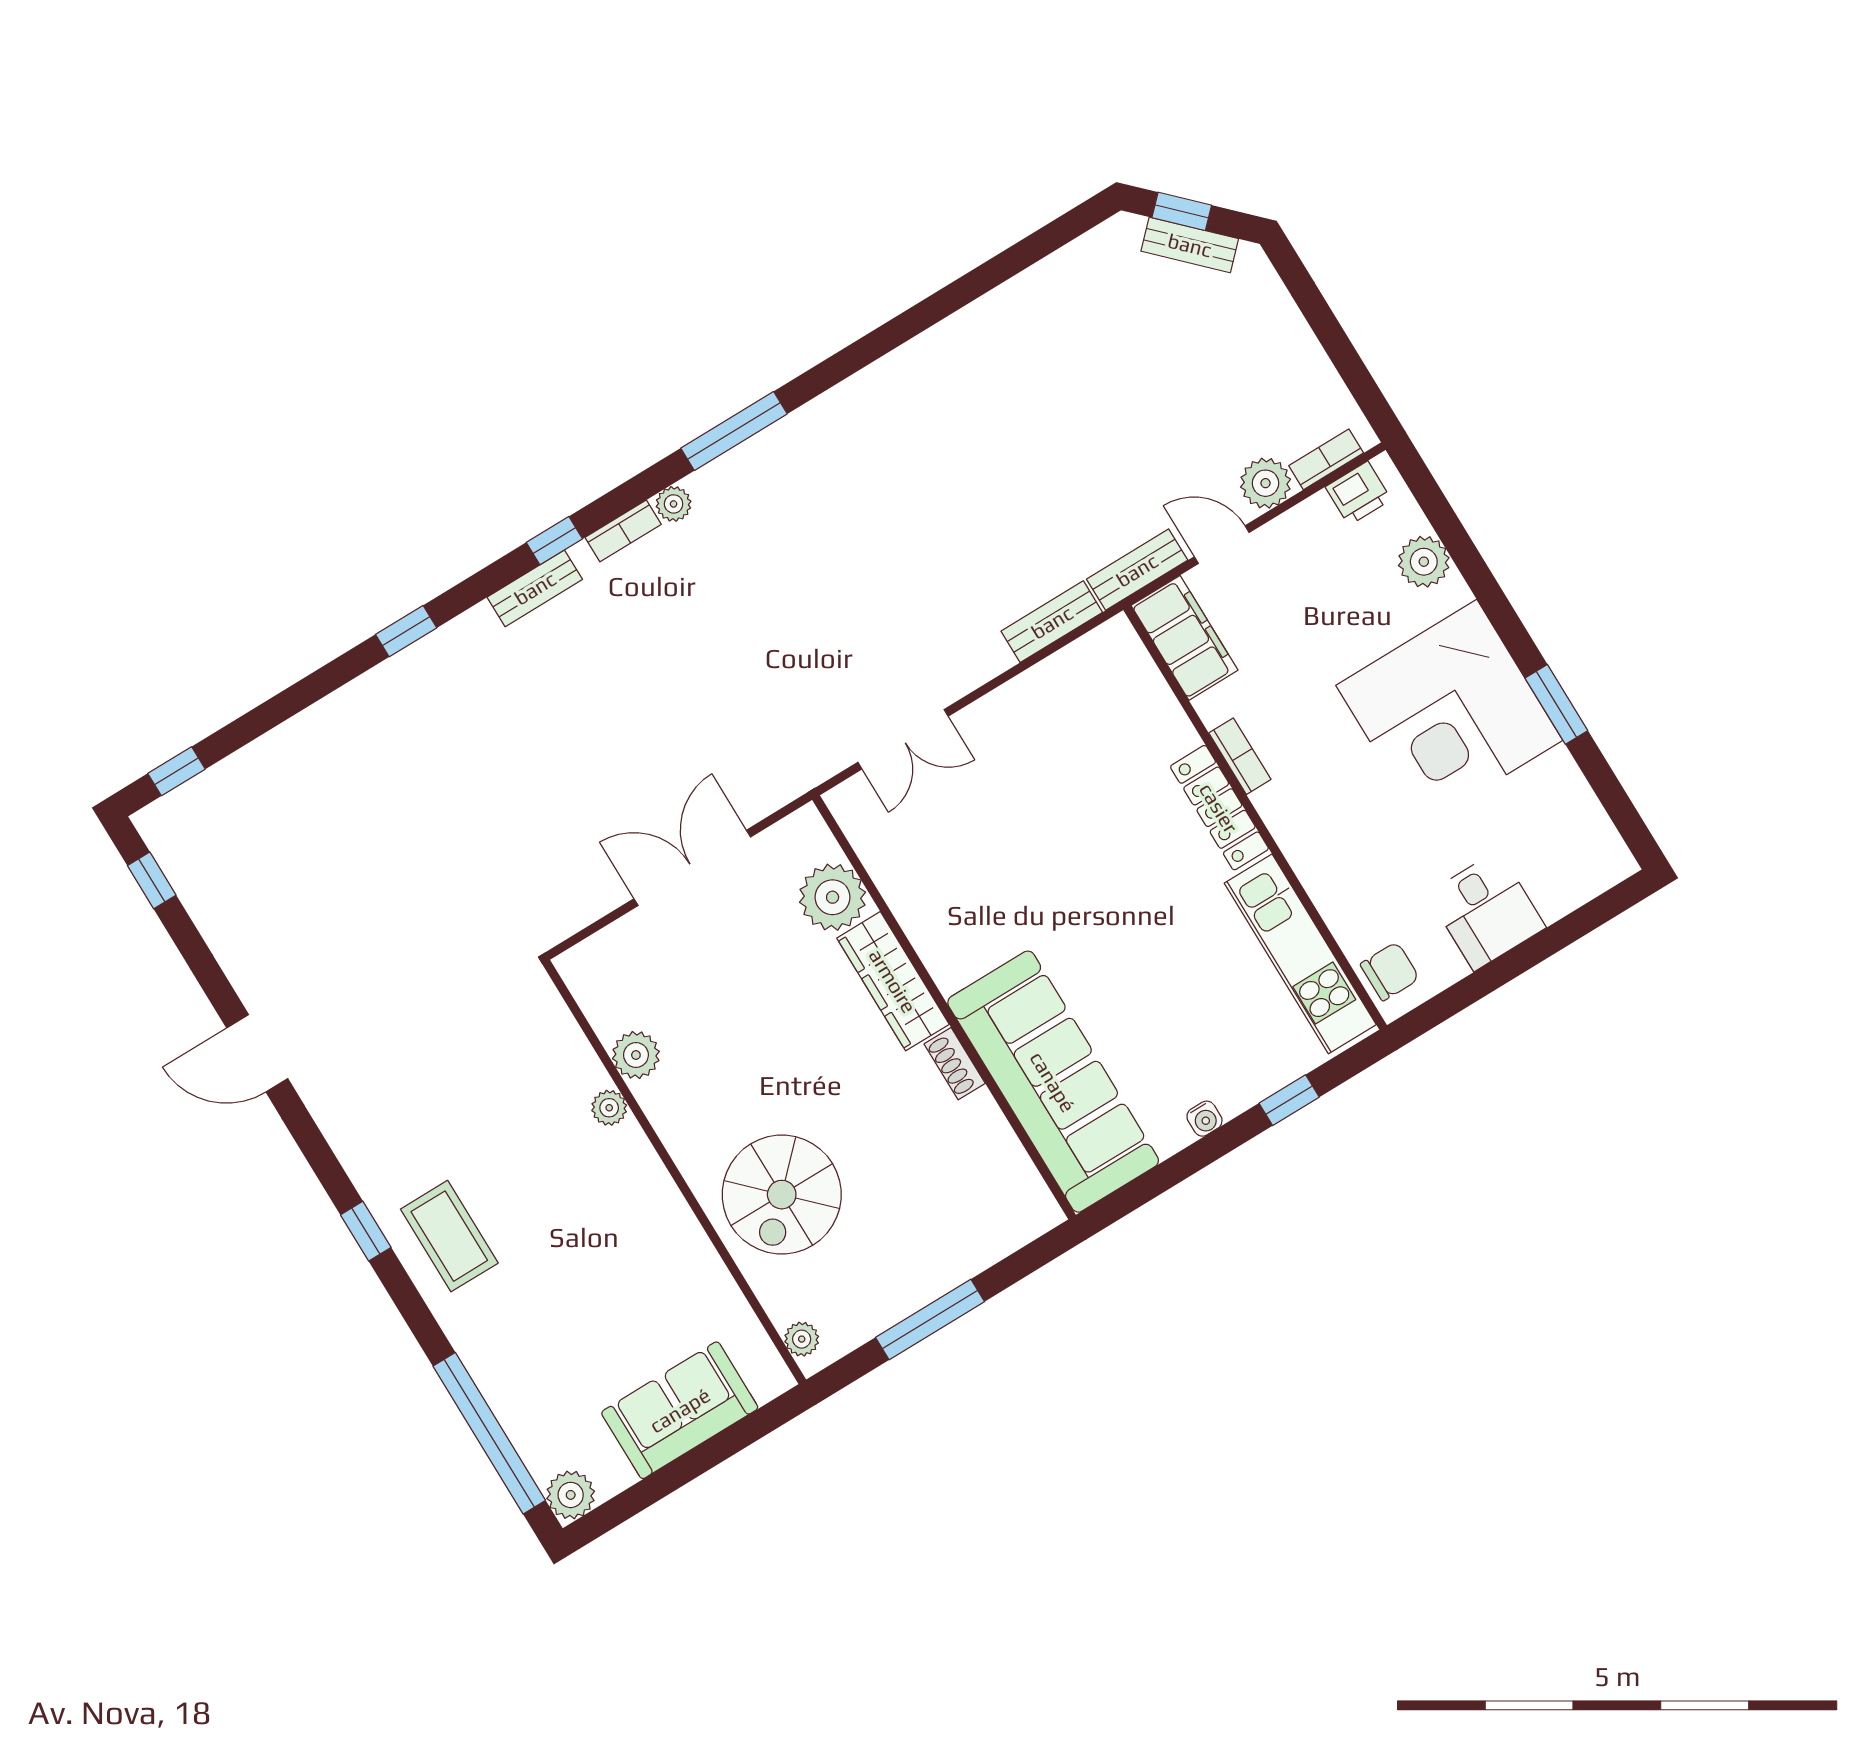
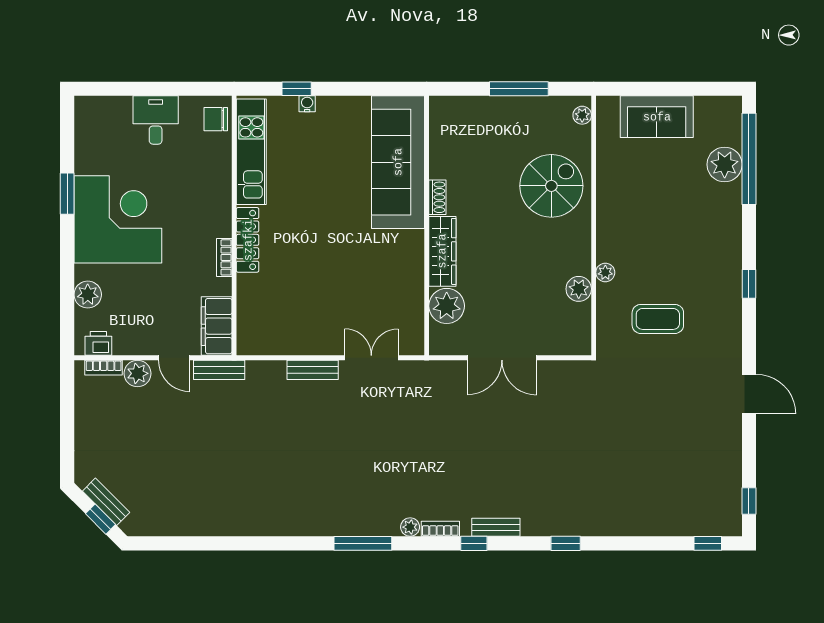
bench: (1052, 622) -> (313, 370), moved
water cooler: (1204, 1119) -> (307, 104), moved
coffee table: (449, 1236) -> (658, 319), moved, turned 90
plant: (571, 1495) -> (725, 164), moved, width x1.36, depth x1.36

